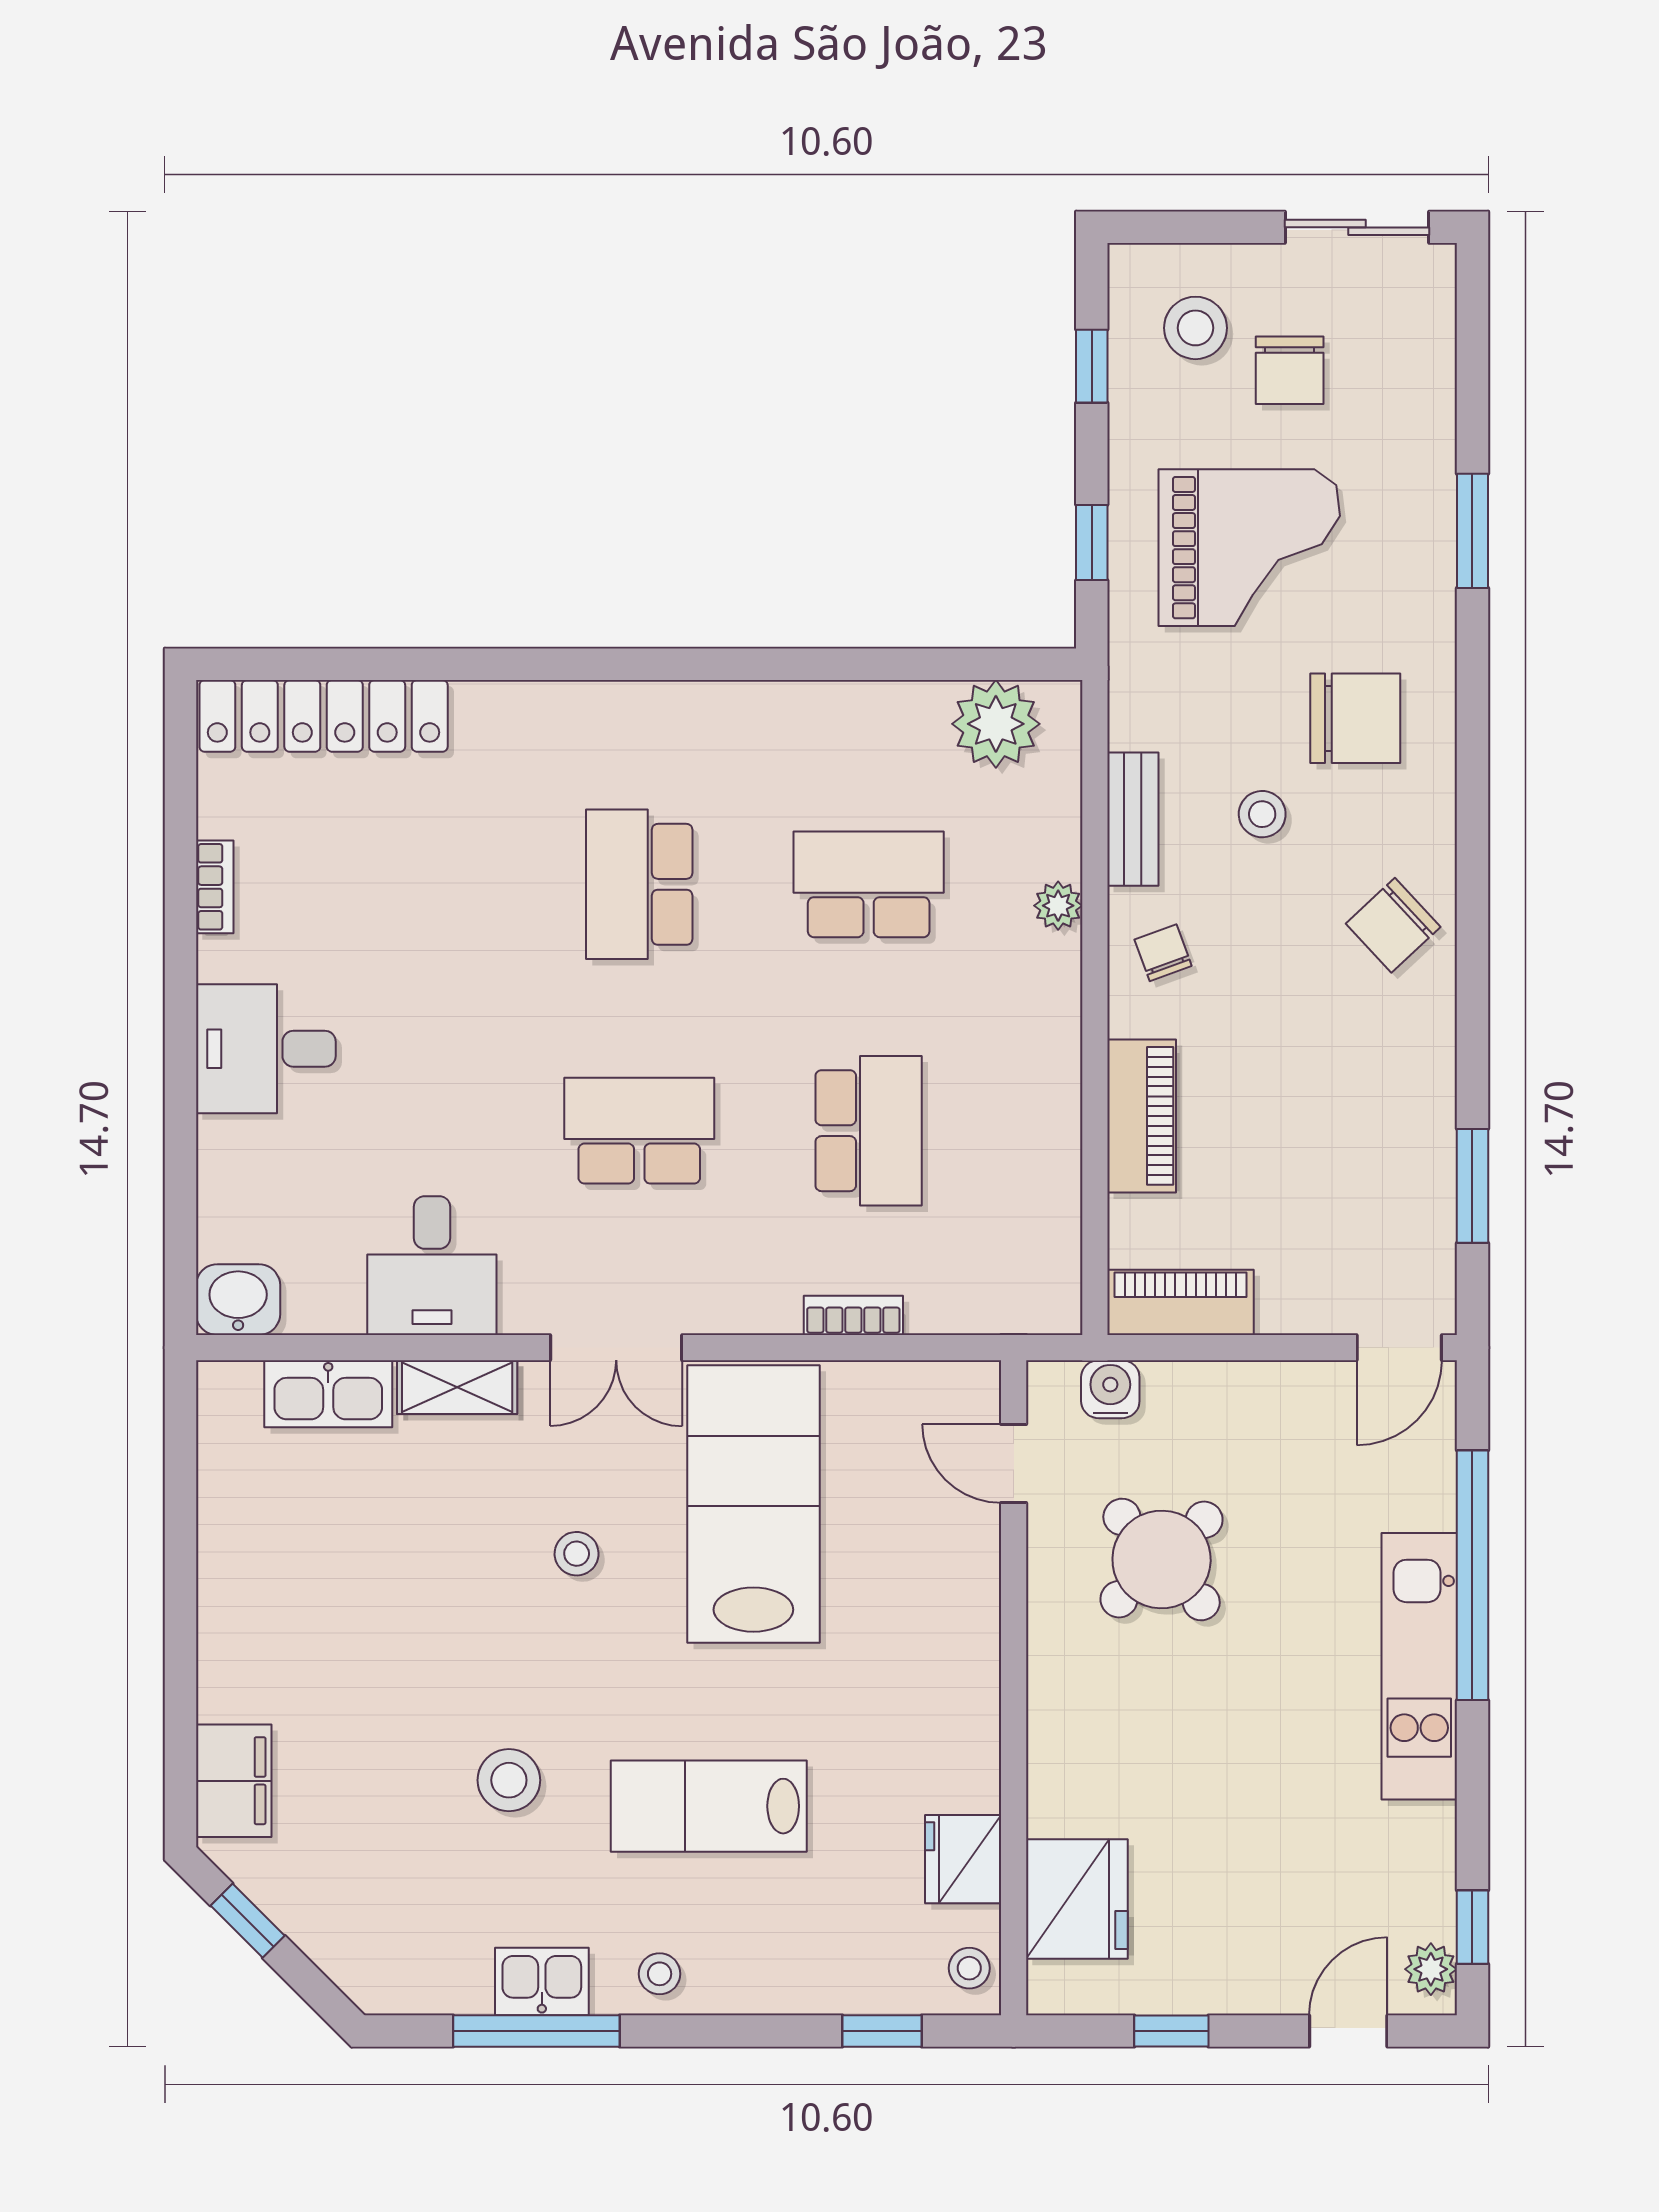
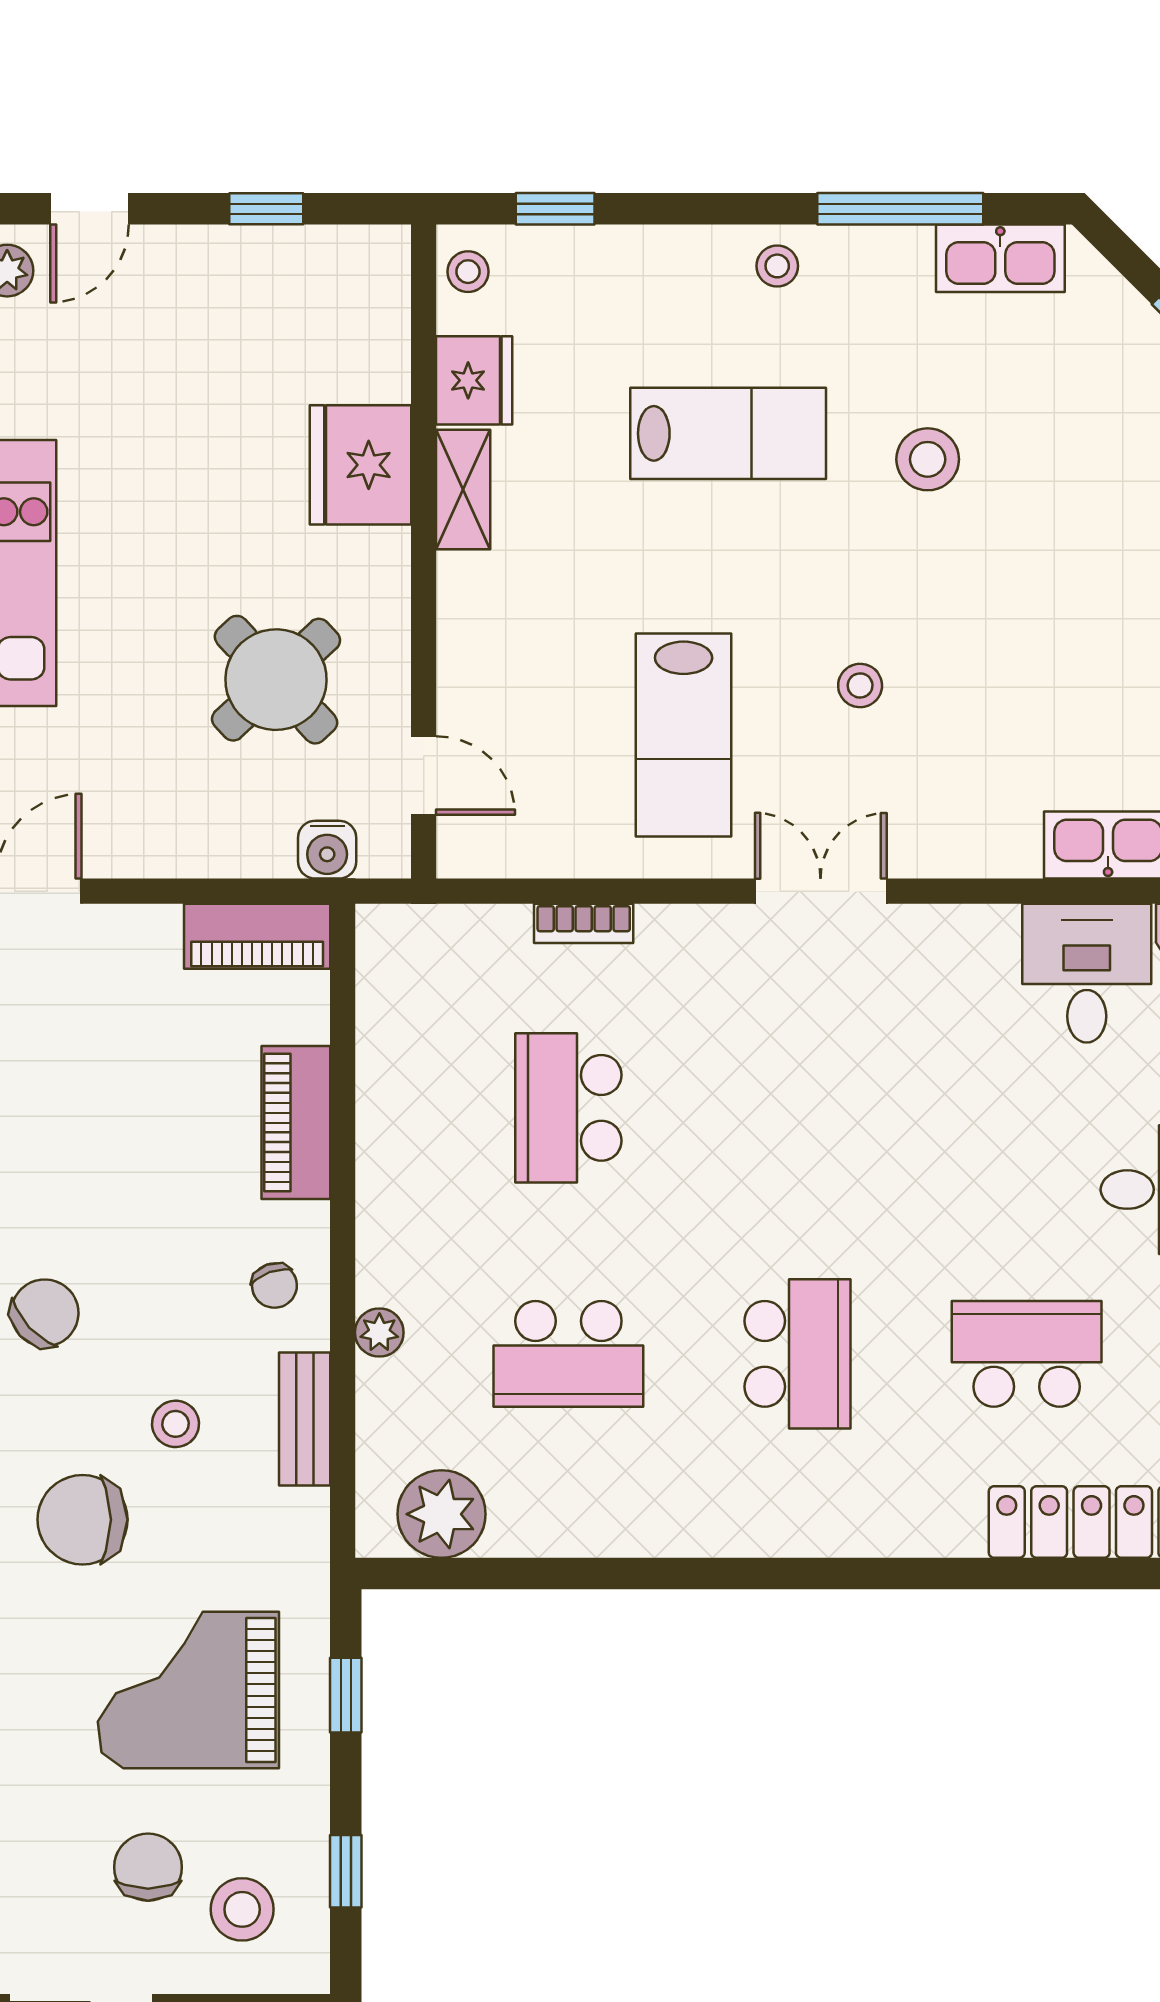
school desk: (639, 1131) -> (1027, 1354), moved, turned 180
desk: (432, 1266) -> (1087, 973), moved
shelving: (457, 1387) -> (463, 490), moved, turned 90
lab bench: (753, 1504) -> (684, 735), width x0.73, depth x0.72
fridge: (1077, 1899) -> (361, 465), moved
kitchen sink: (542, 1982) -> (1000, 258), moved, width x1.38

